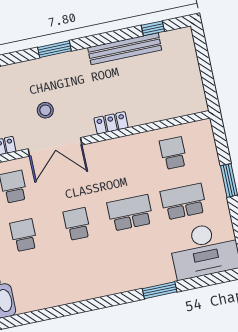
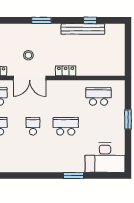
window: (153, 28) -> (90, 20), moved
school desk: (173, 153) -> (98, 96), width x1.85
school desk: (183, 202) -> (98, 126), removed

